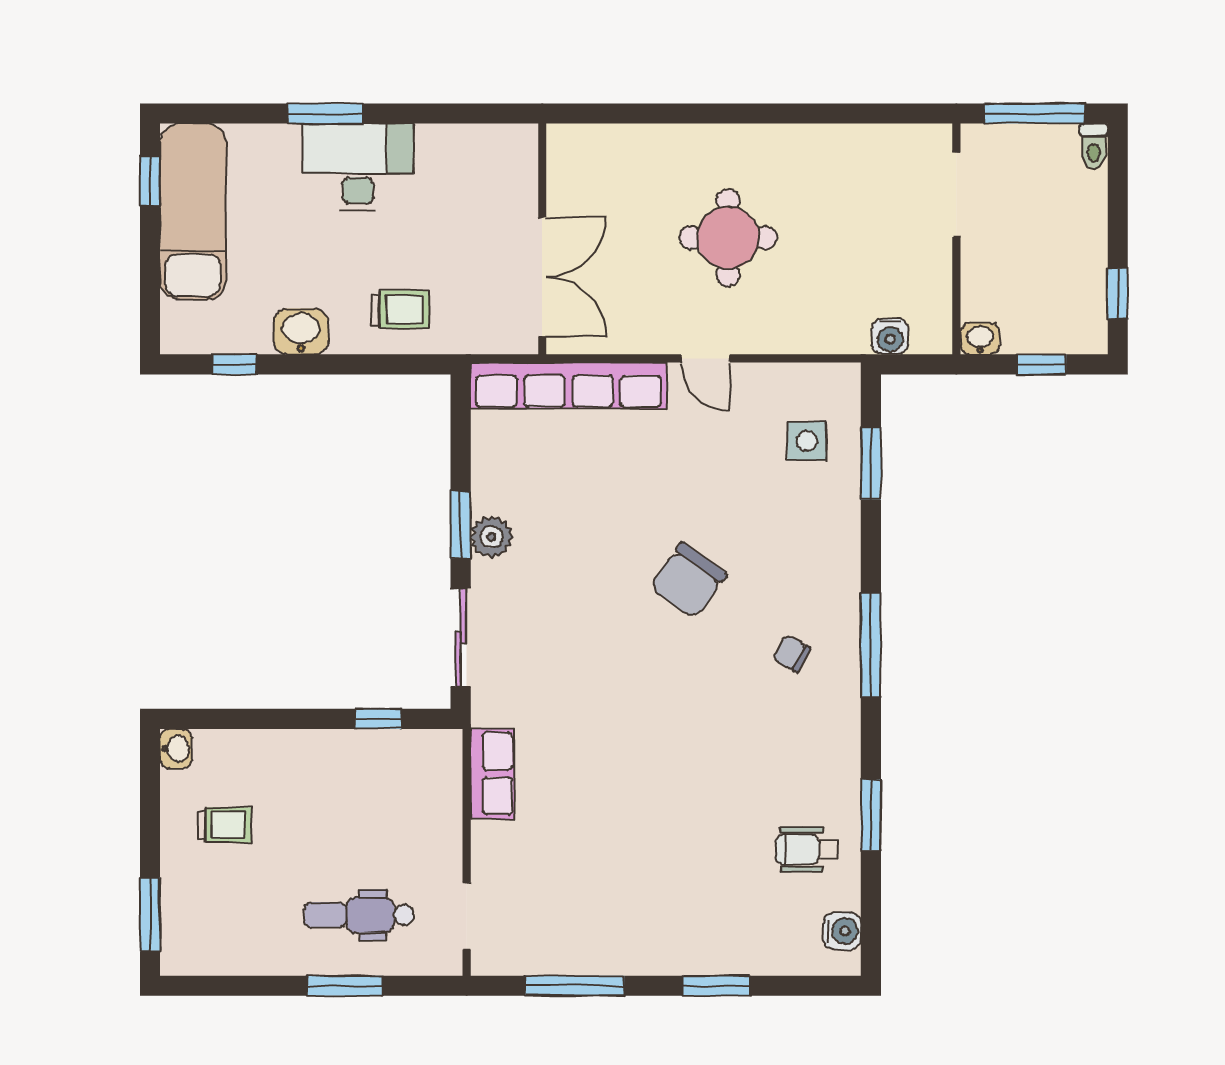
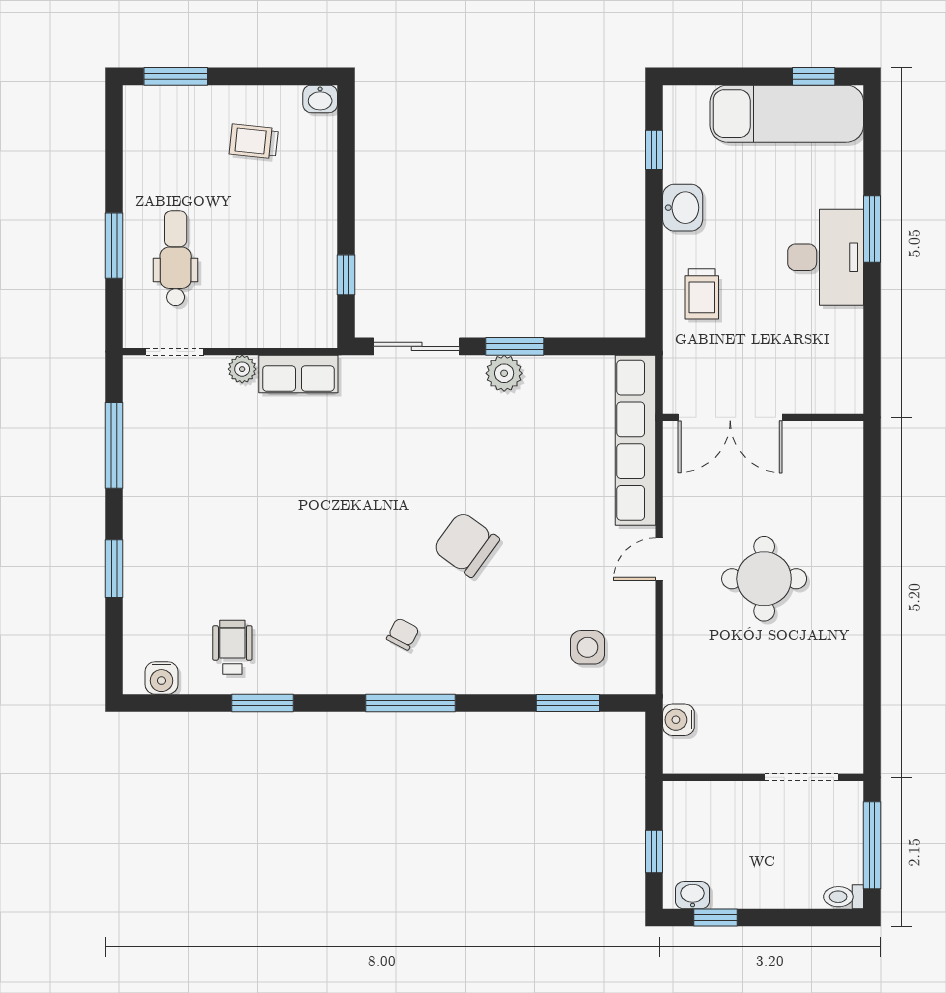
washbasin: (980, 339) -> (693, 895), moved, turned -90
trolley: (225, 825) -> (254, 141), turned 96
plant: (487, 838) -> (242, 369), added

